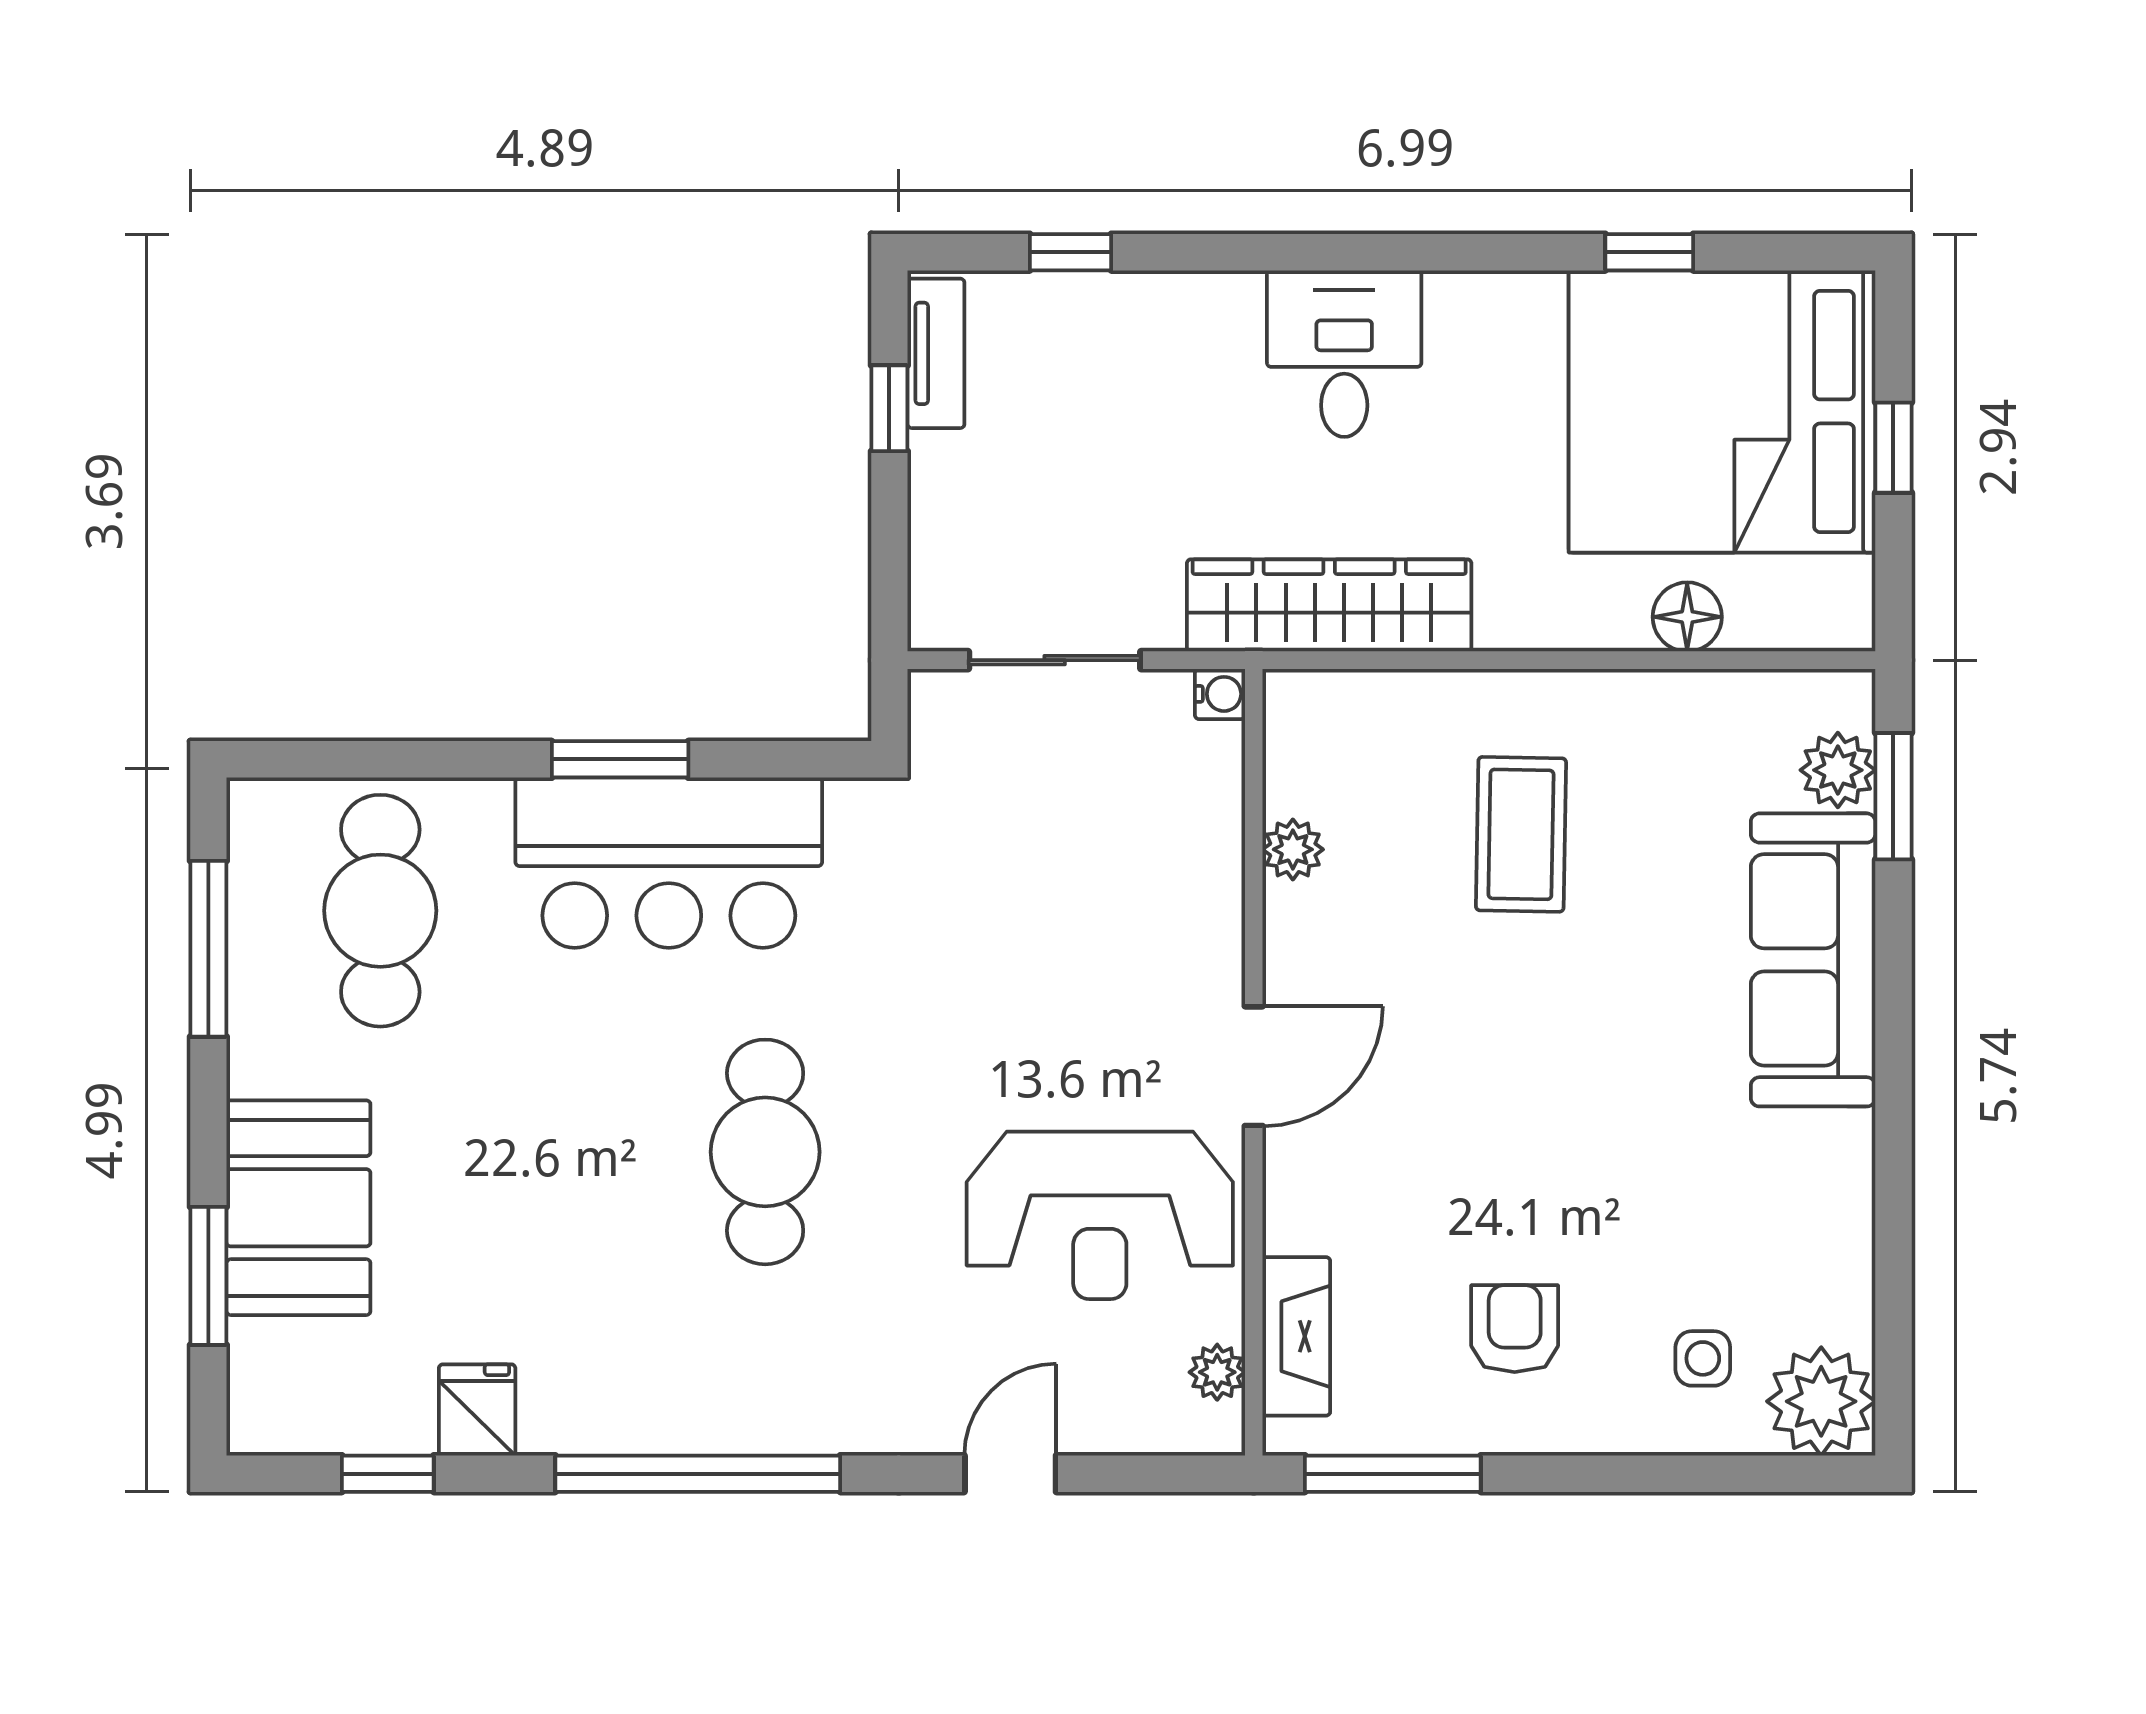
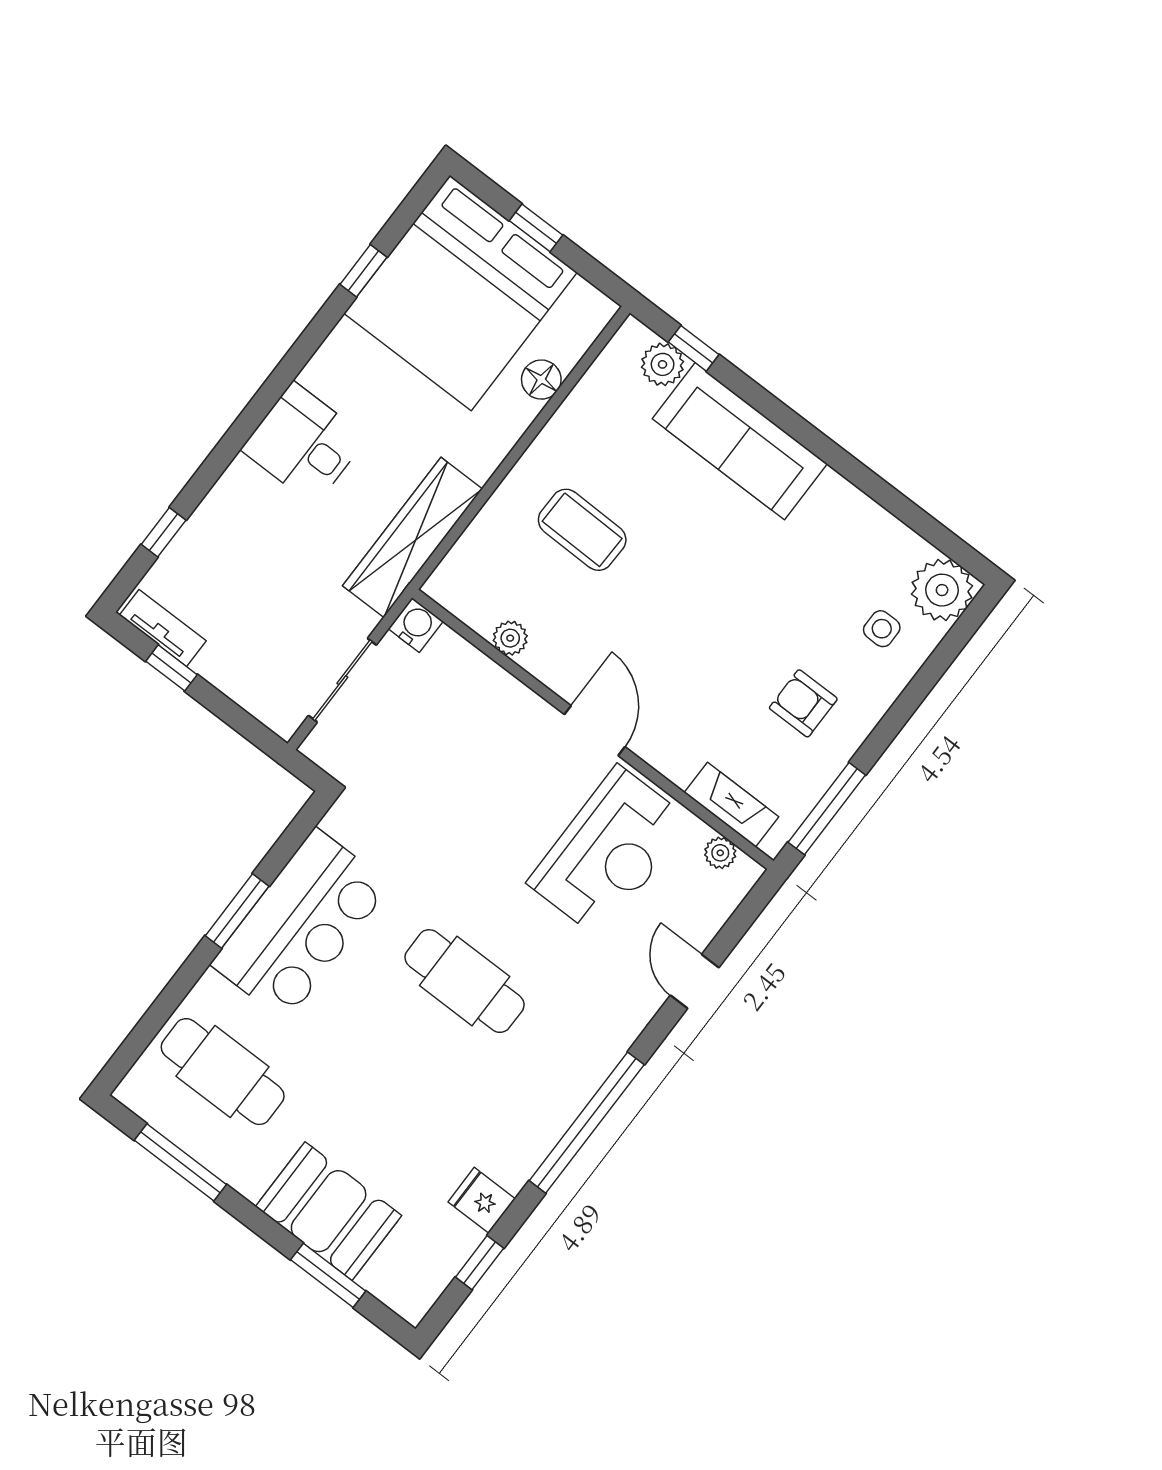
water cooler: (1220, 694) -> (416, 625), width x1.38, depth x1.38
window: (1893, 796) -> (694, 348), width x0.67

